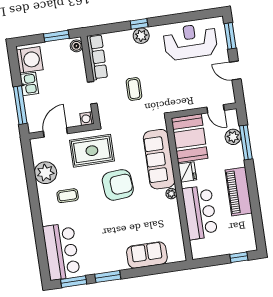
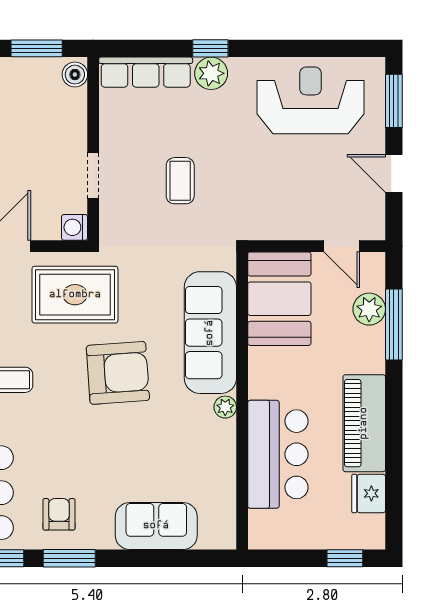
row of seats: (97, 57) -> (146, 72), moved, turned 90
fridge: (187, 172) -> (369, 493), moved, turned 180
armchair: (100, 256) -> (59, 514), added

